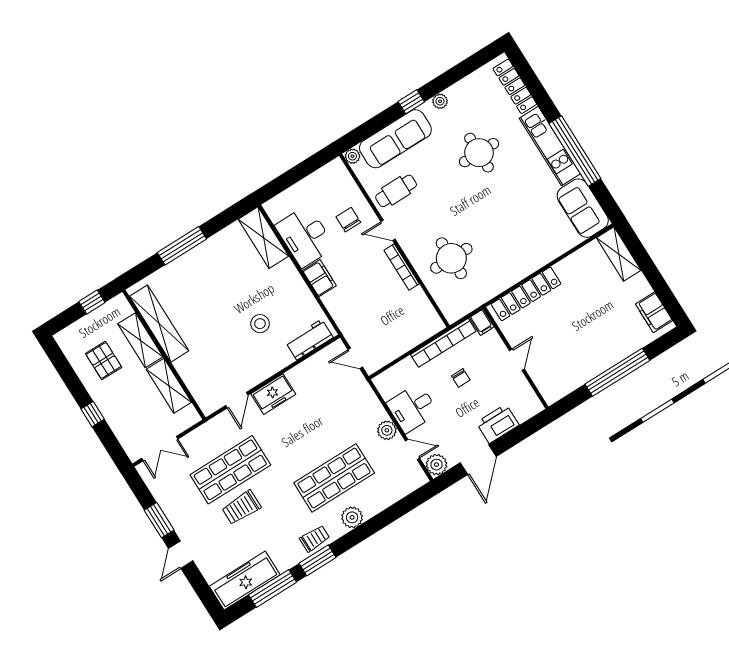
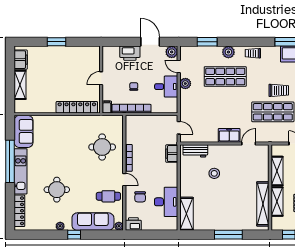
printer: (333, 173) -> (133, 224), added
shelving: (619, 254) -> (20, 85), moved
filing cabinet: (319, 278) -> (172, 154), moved
window: (617, 372) -> (57, 42), width x0.47
door: (478, 460) -> (150, 42), hinge flipped
window: (318, 560) -> (207, 42), moved

